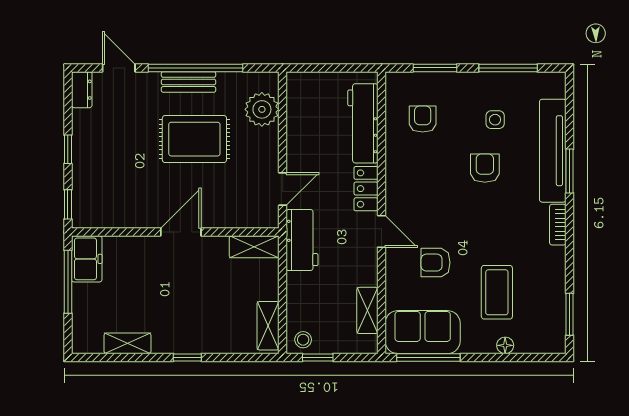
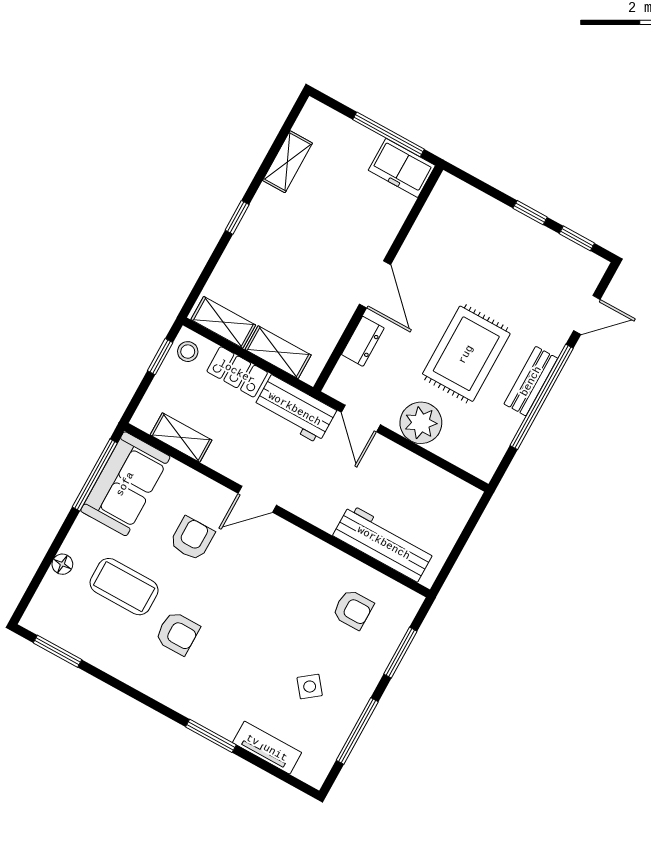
dresser: (82, 90) -> (363, 341), moved, turned -90
plant: (262, 109) -> (421, 423), moved
side table: (495, 120) -> (310, 687), turned -38
tv unit: (553, 151) -> (267, 748), width x0.52, depth x0.78
armchair: (485, 168) -> (177, 633), moved
locker: (366, 189) -> (237, 372), moved, turned 180
window: (68, 204) -> (577, 238), moved
bookcase: (558, 225) -> (160, 692), removed
shelving: (254, 247) -> (278, 352), moved, turned 90

